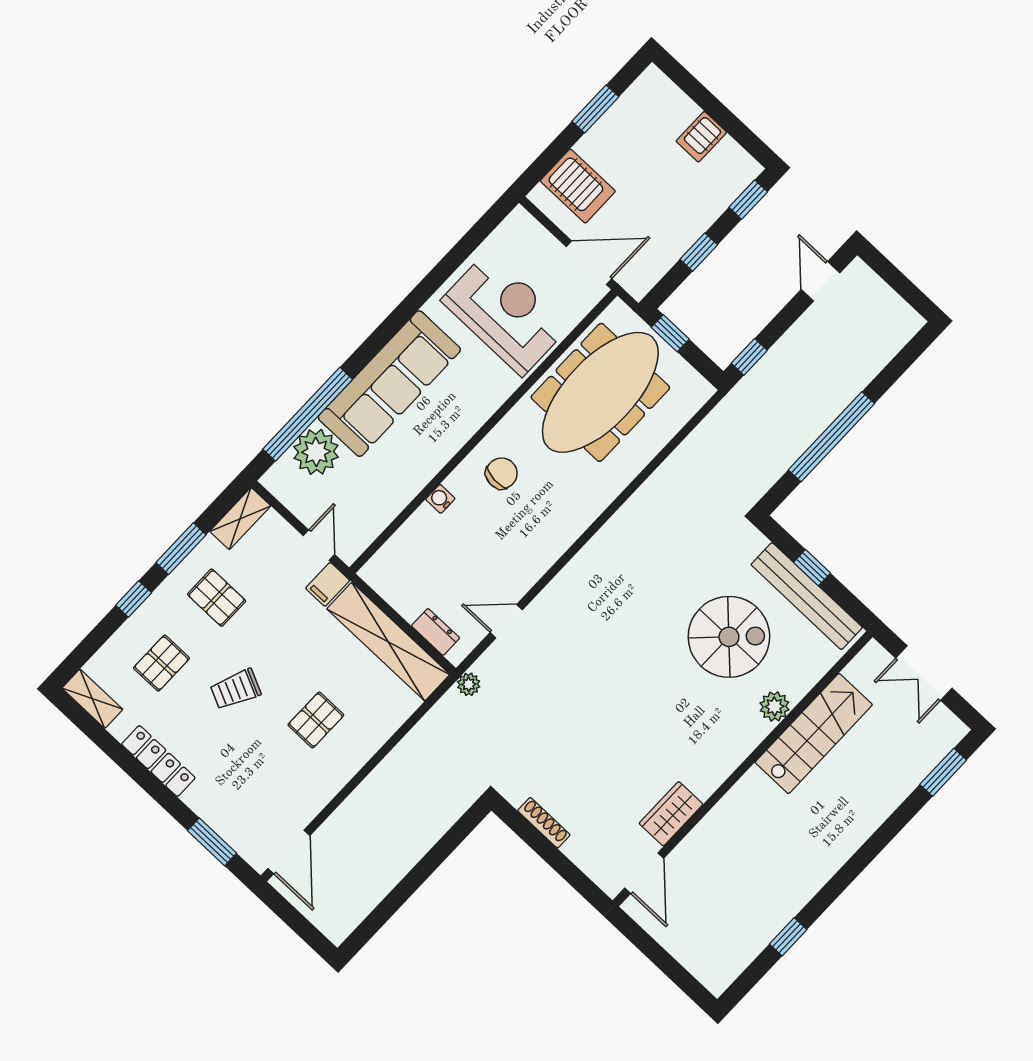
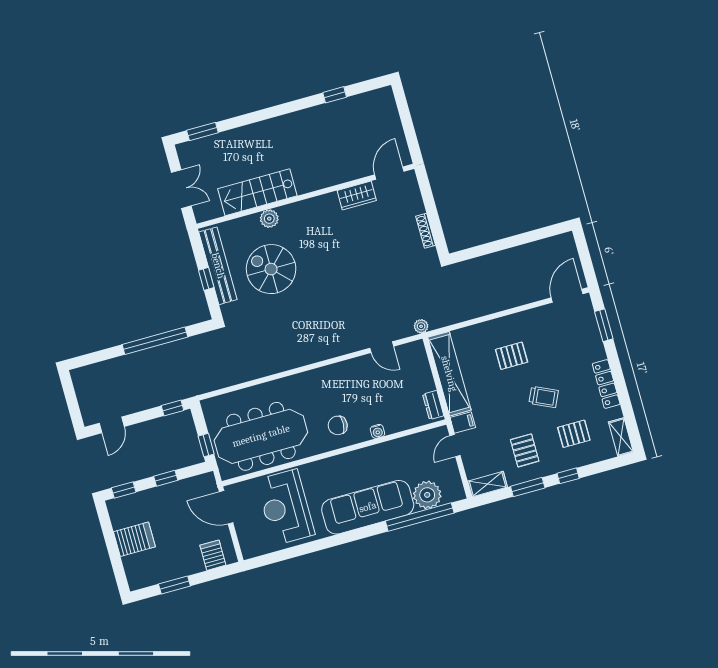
server rack: (701, 137) -> (134, 539), width x1.36, depth x1.44
server rack: (578, 186) -> (213, 555), width x0.73, depth x0.70
dresser: (436, 632) -> (433, 405), moved

